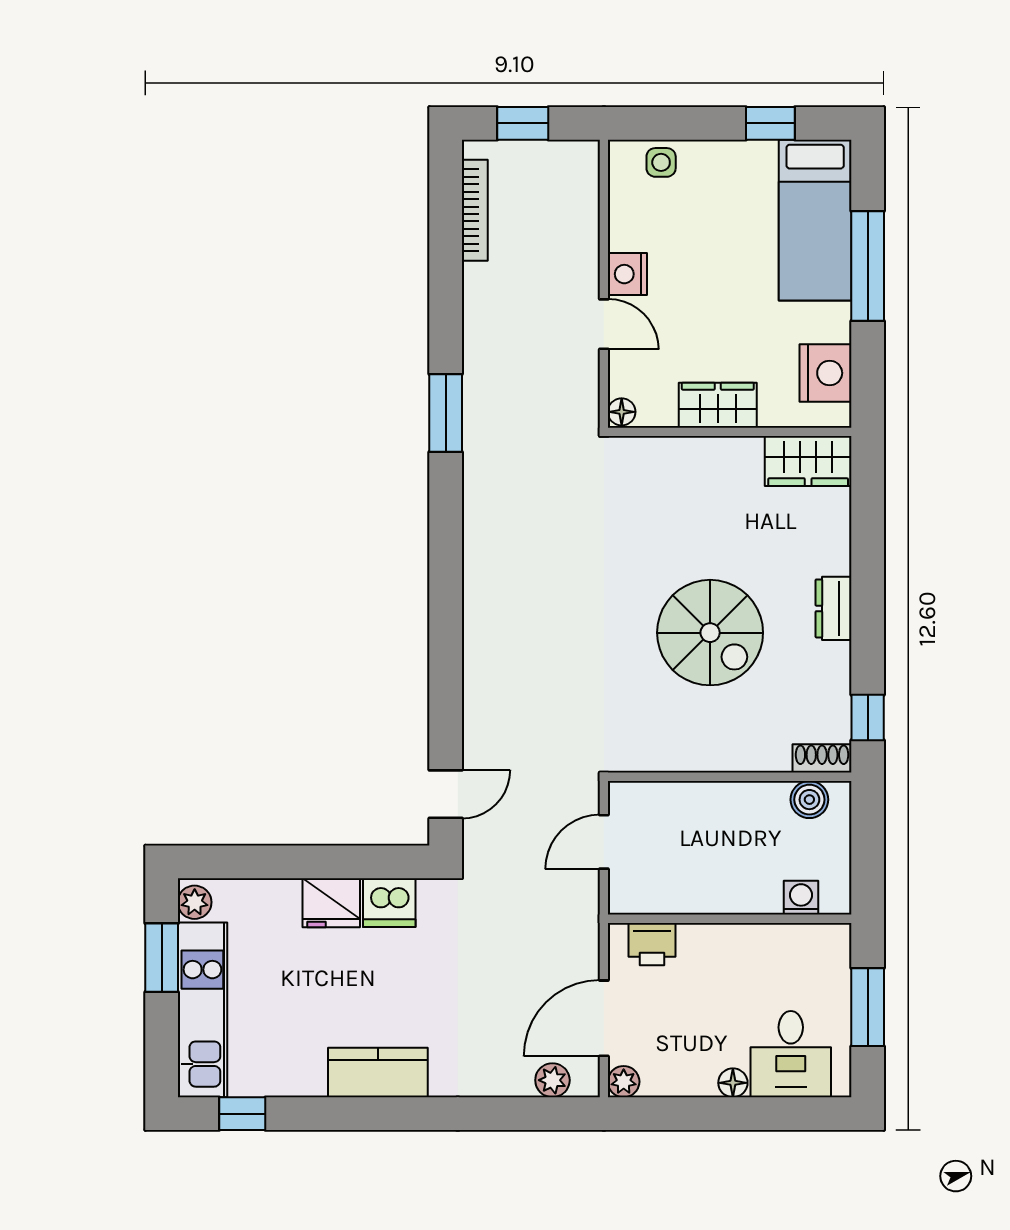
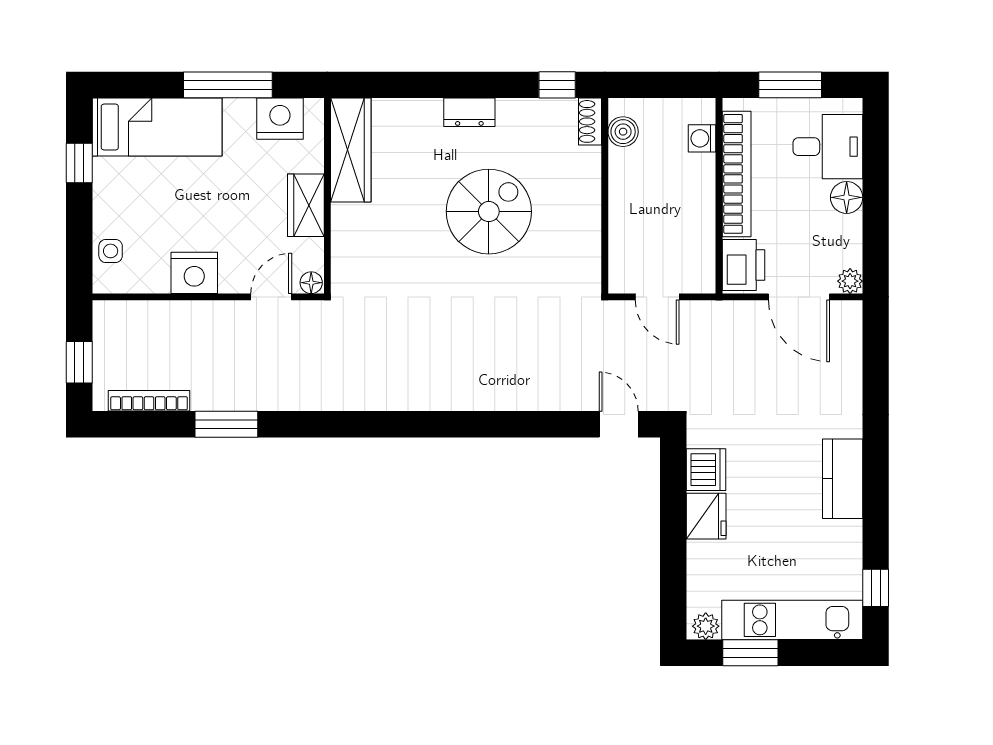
window: (868, 266) -> (228, 85), moved
nightstand: (627, 274) -> (194, 273), width x1.36, depth x1.33
door: (604, 324) -> (271, 297), moved
window: (446, 413) -> (226, 424), moved
wardrobe: (808, 461) -> (351, 150), width x1.50
bookcase: (757, 941) -> (737, 174), added
printer: (652, 944) -> (743, 265), width x1.36, depth x1.24
plant: (552, 1080) -> (849, 338), removed
floor lamp: (733, 1083) -> (847, 197), width x1.37, depth x1.37

